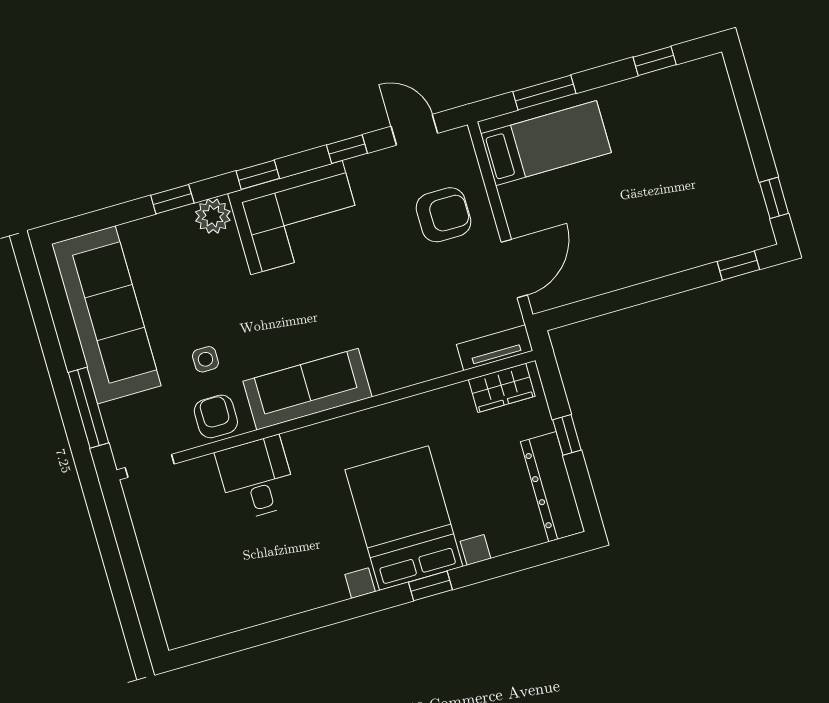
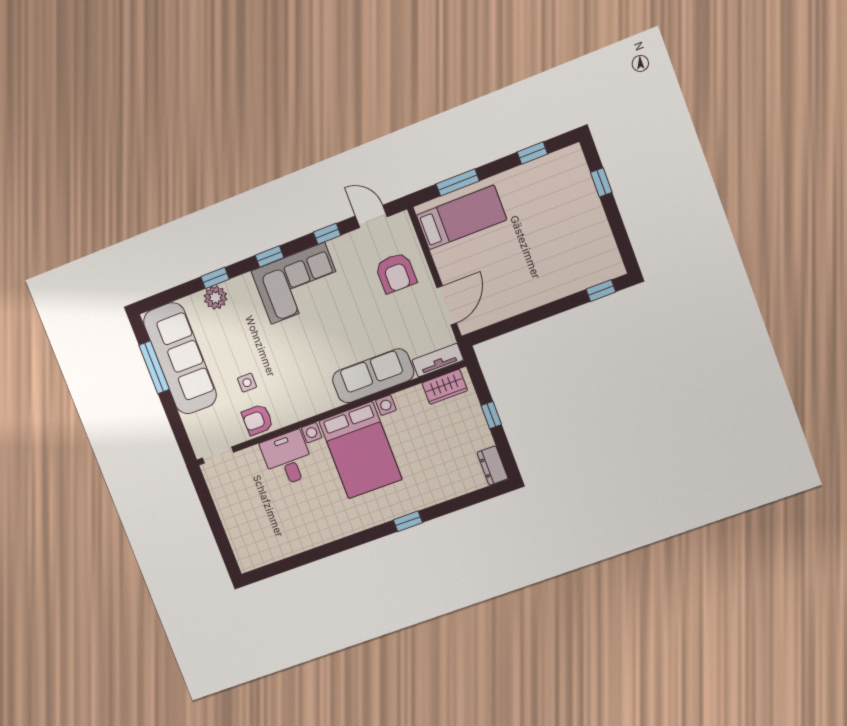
window: (774, 198) -> (601, 182), moved
armchair: (443, 215) -> (396, 273), turned 90
plant: (213, 216) -> (215, 298), moved
sofa: (308, 389) -> (373, 376), moved
window: (89, 408) -> (154, 367), moved
armchair: (216, 416) -> (257, 420), turned -90
dresser: (553, 487) -> (493, 466), width x0.51, depth x0.80
bed with nightstands: (404, 518) -> (361, 450), moved, turned 180

